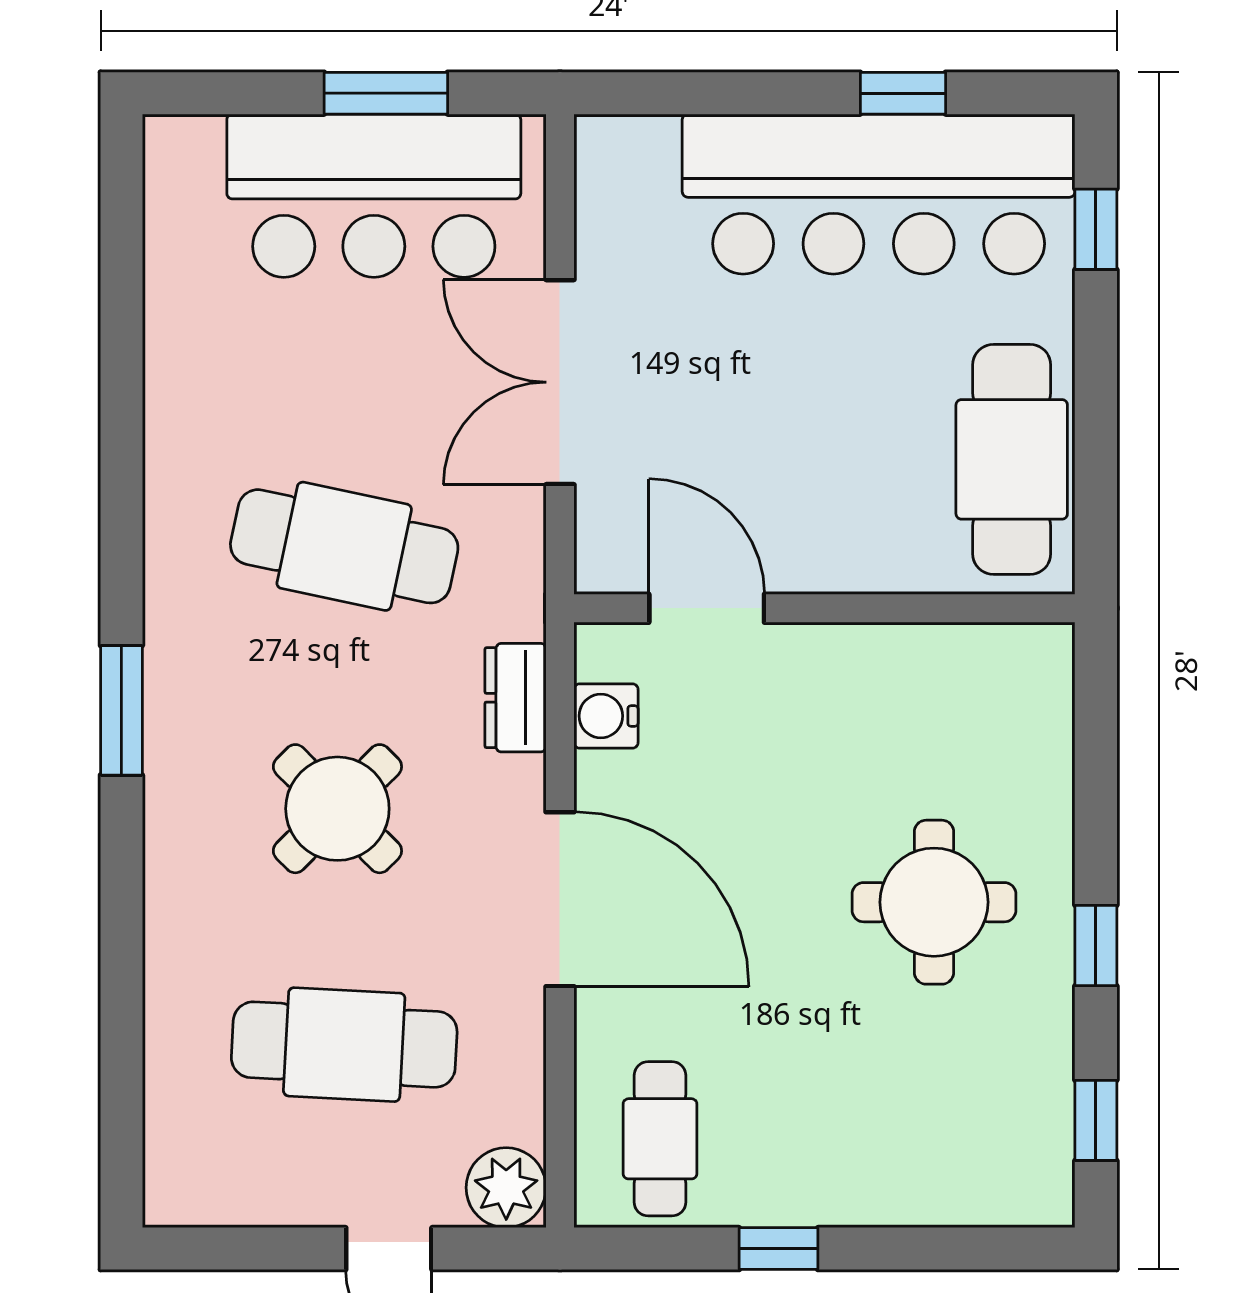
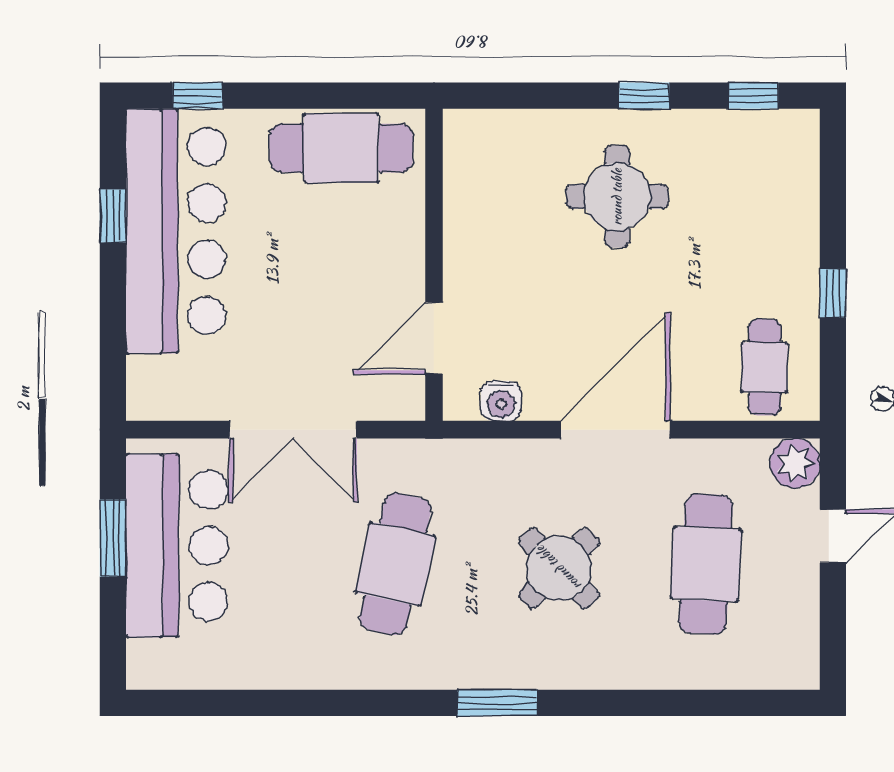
dresser: (515, 698) -> (490, 457), removed
cafe table: (660, 1139) -> (765, 367), turned 90

